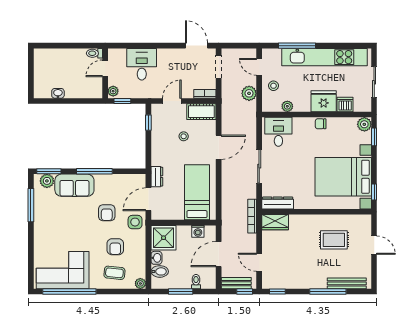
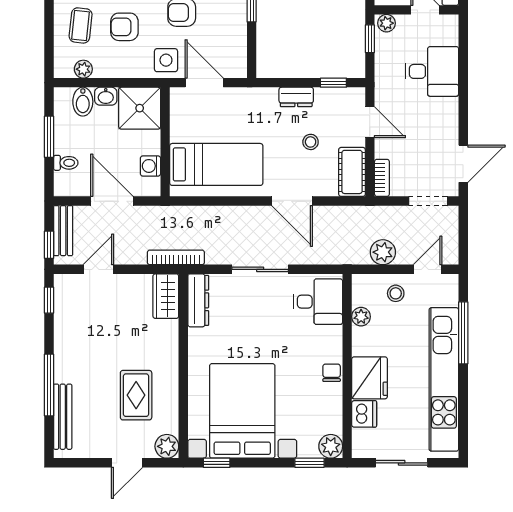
dresser: (157, 177) -> (296, 97), moved
plant: (364, 222) -> (167, 446), added
plant: (140, 283) -> (83, 69), moved

